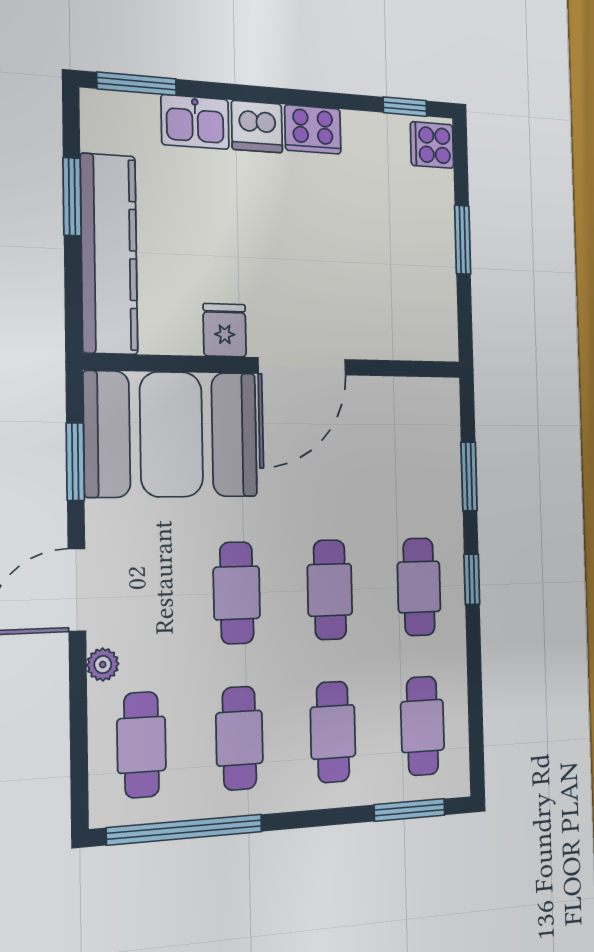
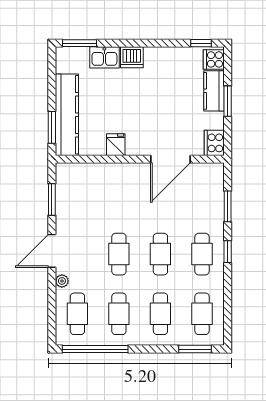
cooker: (313, 129) -> (214, 143), moved, turned 90
window: (72, 197) -> (52, 127), moved
kitchen counter: (434, 215) -> (214, 91), added
door: (302, 366) -> (170, 159), moved
booth: (171, 434) -> (92, 188), removed

